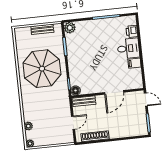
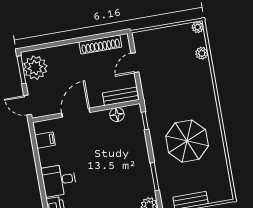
filing cabinet: (134, 63) -> (45, 140), moved
parasol: (42, 69) -> (187, 141), width x0.73, depth x0.73
floor lamp: (76, 90) -> (117, 115), moved
plant: (139, 124) -> (35, 68), added

